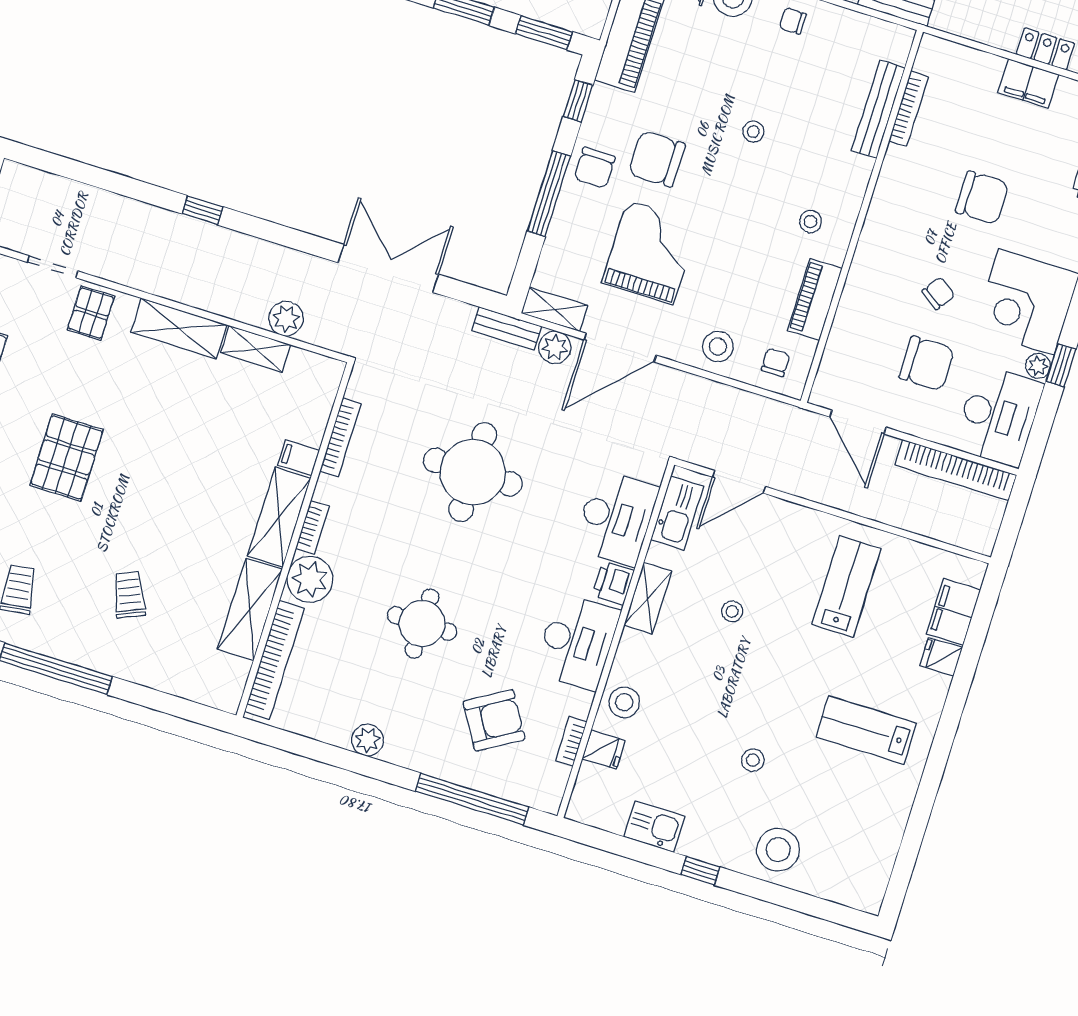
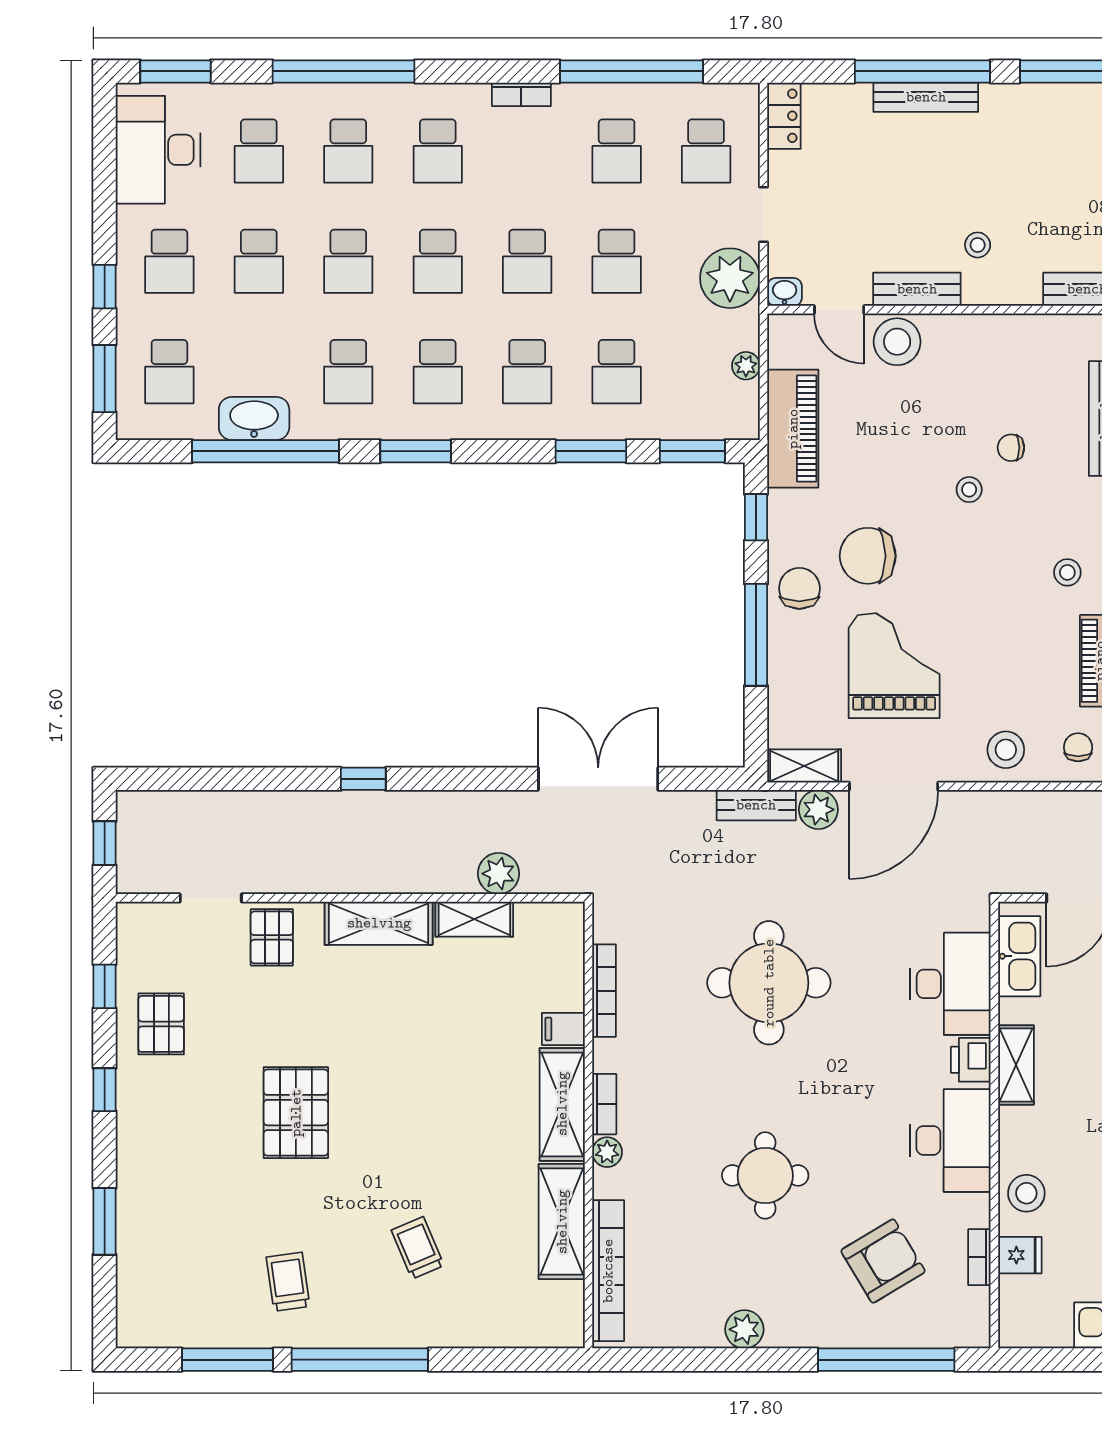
chair: (793, 21) -> (1011, 448), moved
chair: (595, 168) -> (799, 588), turned 180
plant: (310, 579) -> (607, 1152), width x0.53, depth x0.53

